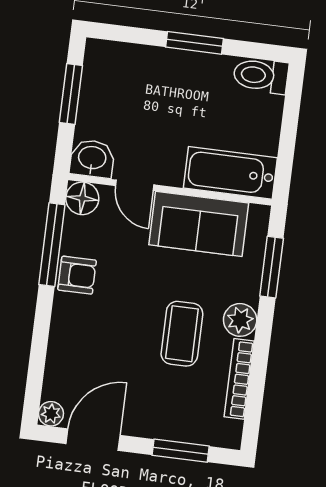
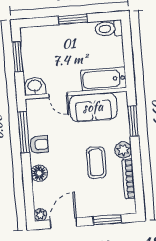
floor lamp: (82, 198) -> (39, 173), moved

